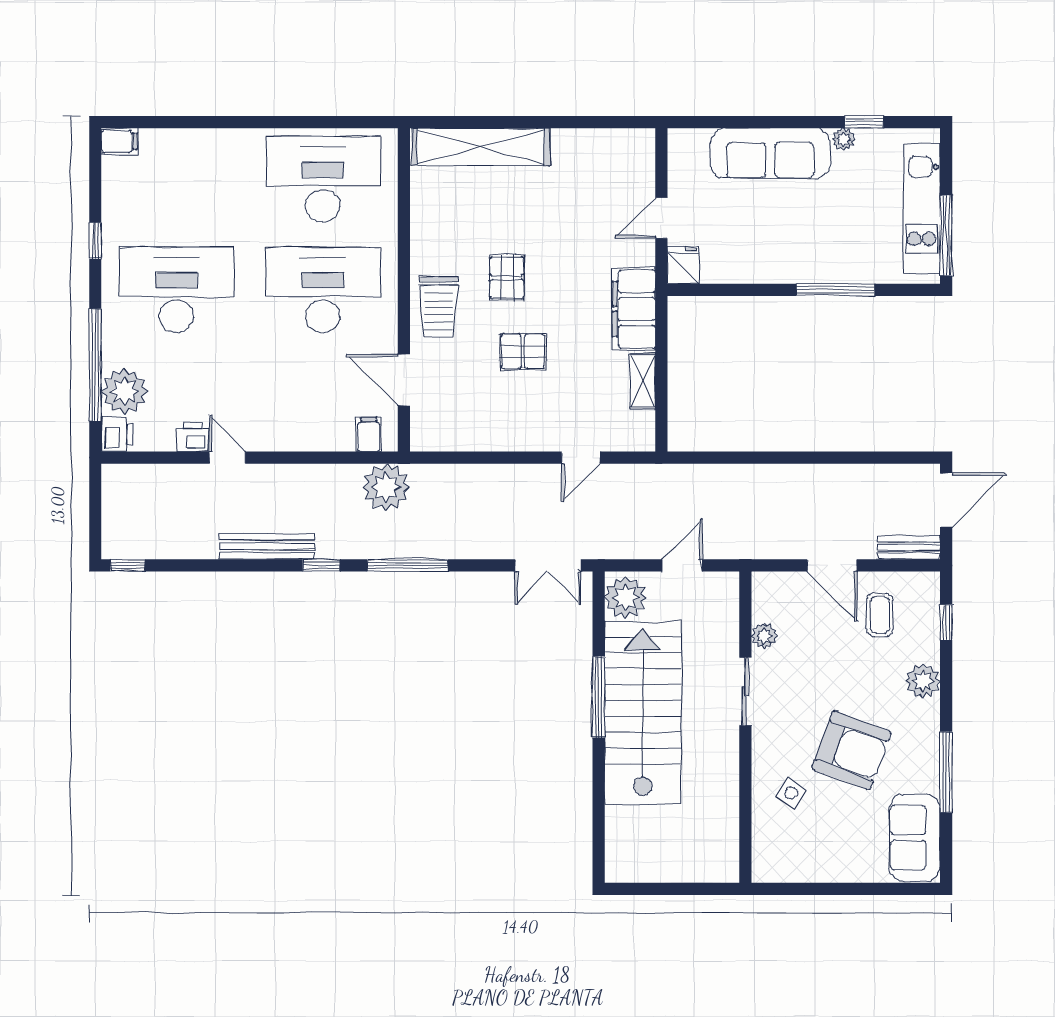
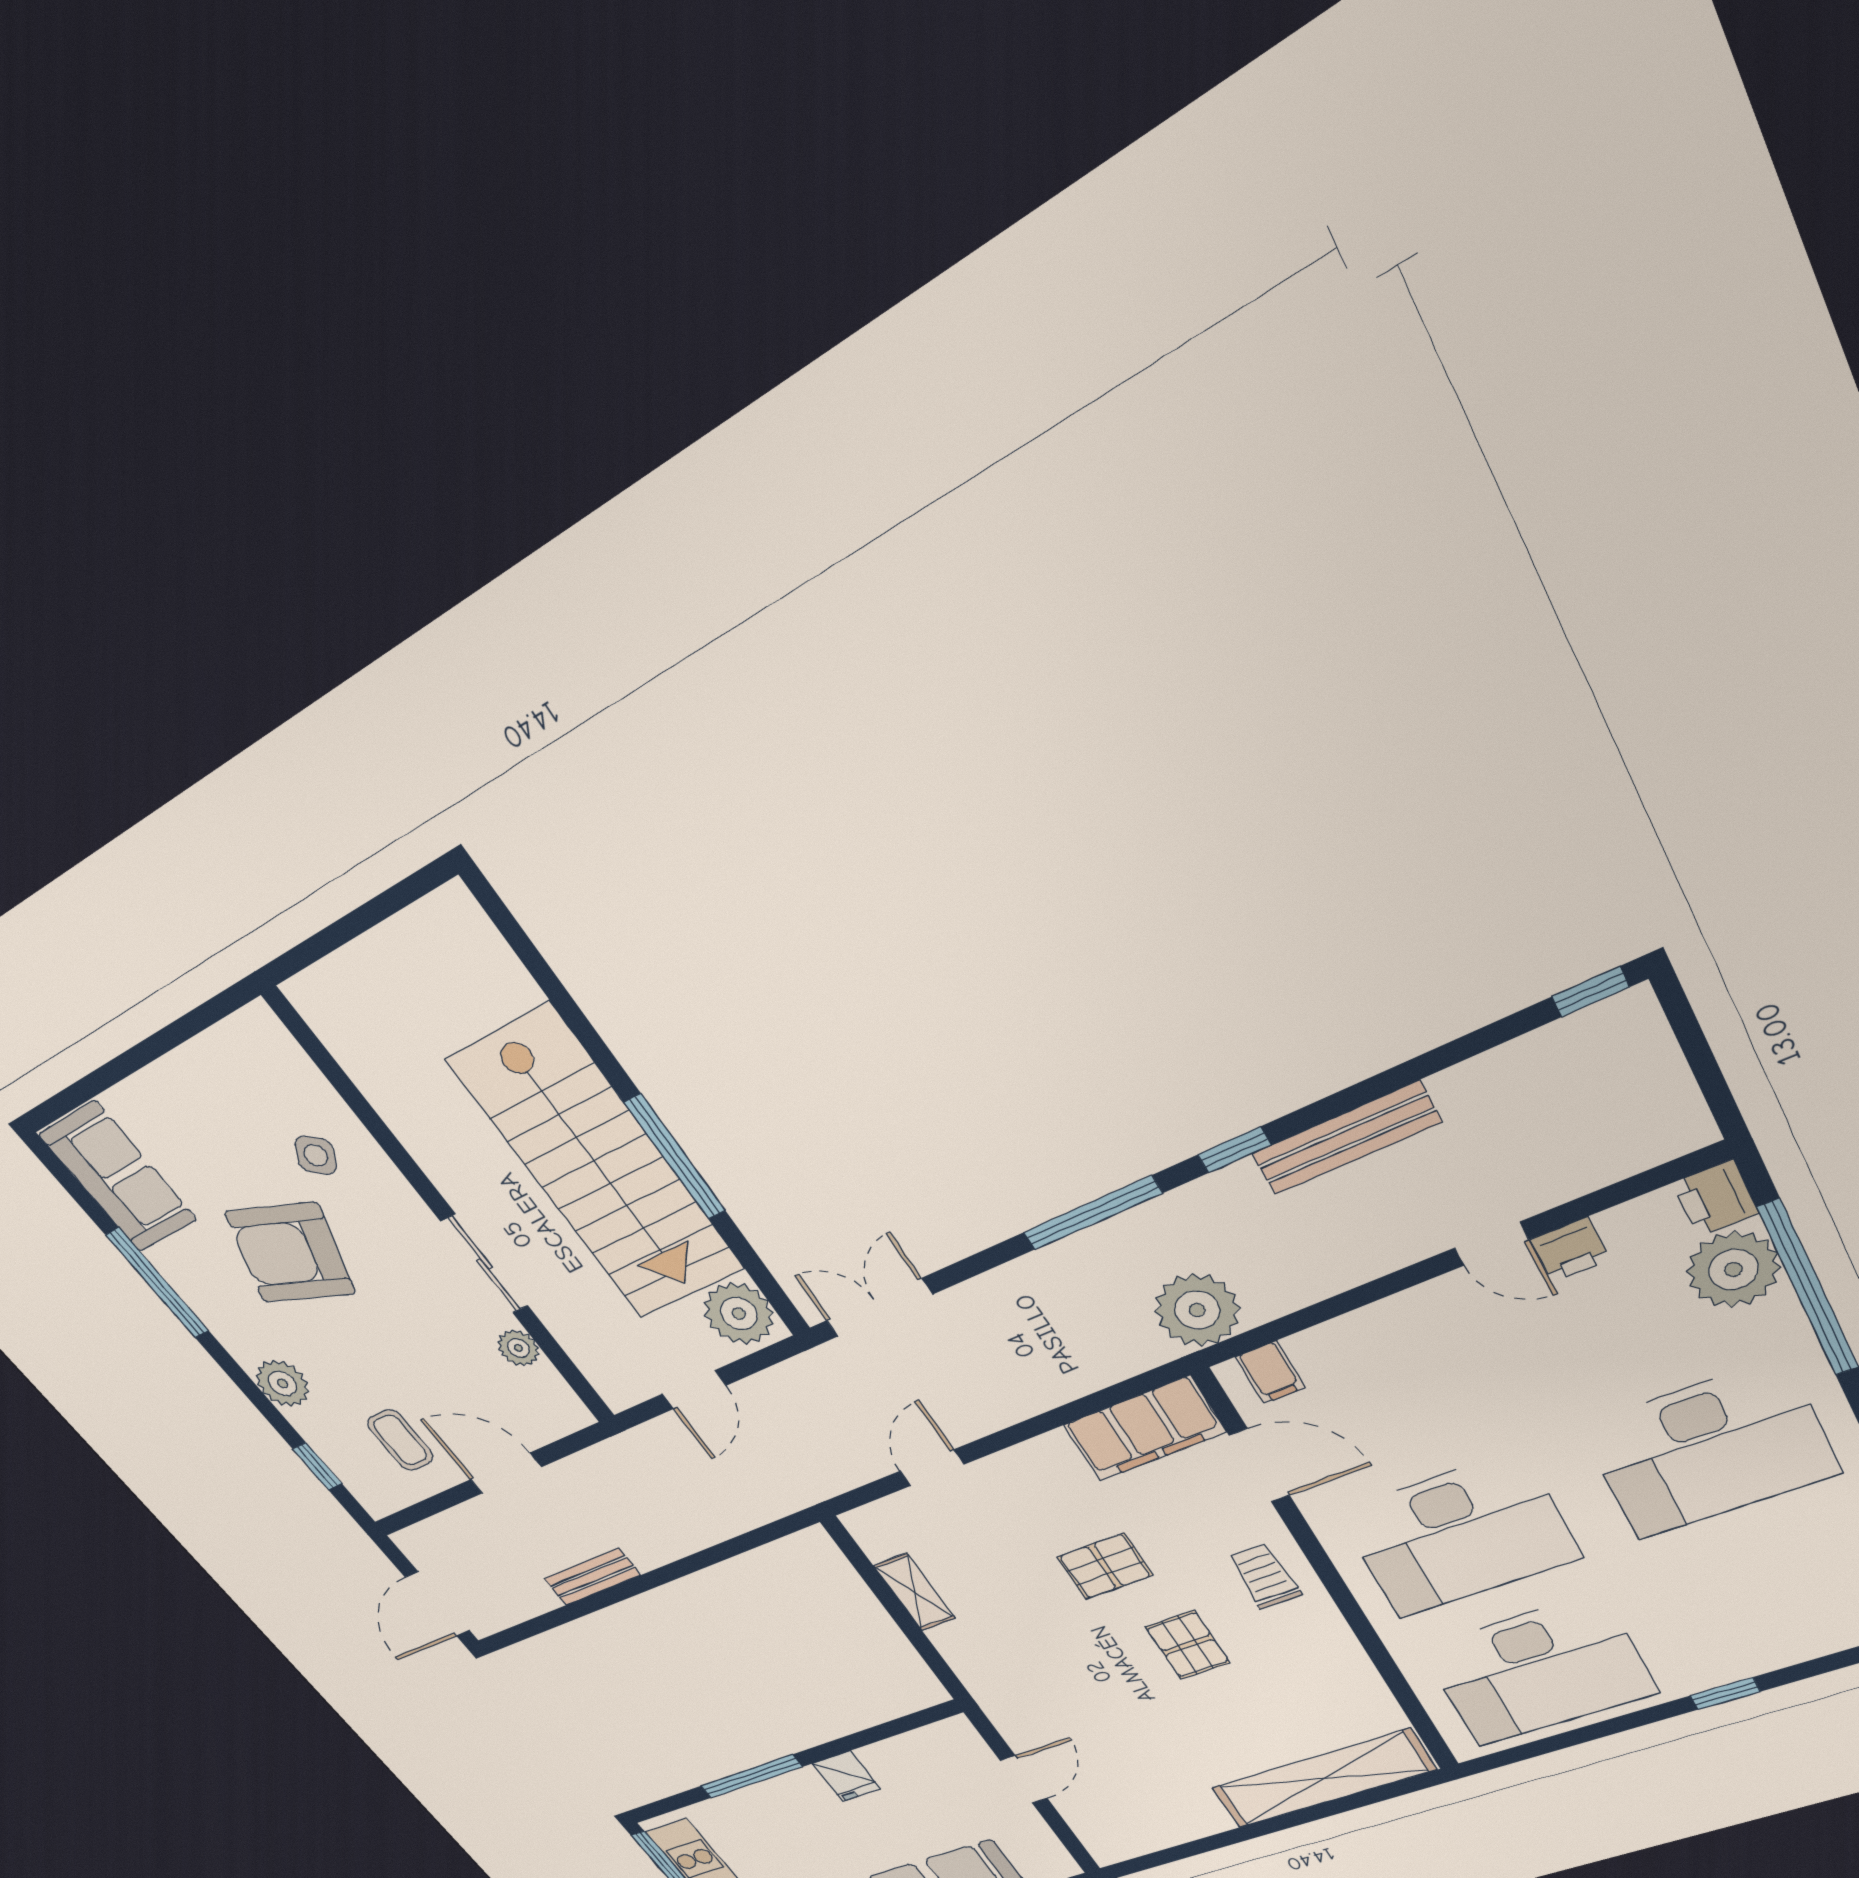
window: (232, 122) -> (1725, 1694), added
fridge: (683, 265) -> (846, 1776), moved
trolley: (439, 307) -> (1265, 1576), width x0.73, depth x0.72
filing cabinet: (634, 309) -> (1144, 1429), moved, turned 90
bench: (909, 547) -> (592, 1577), moved

